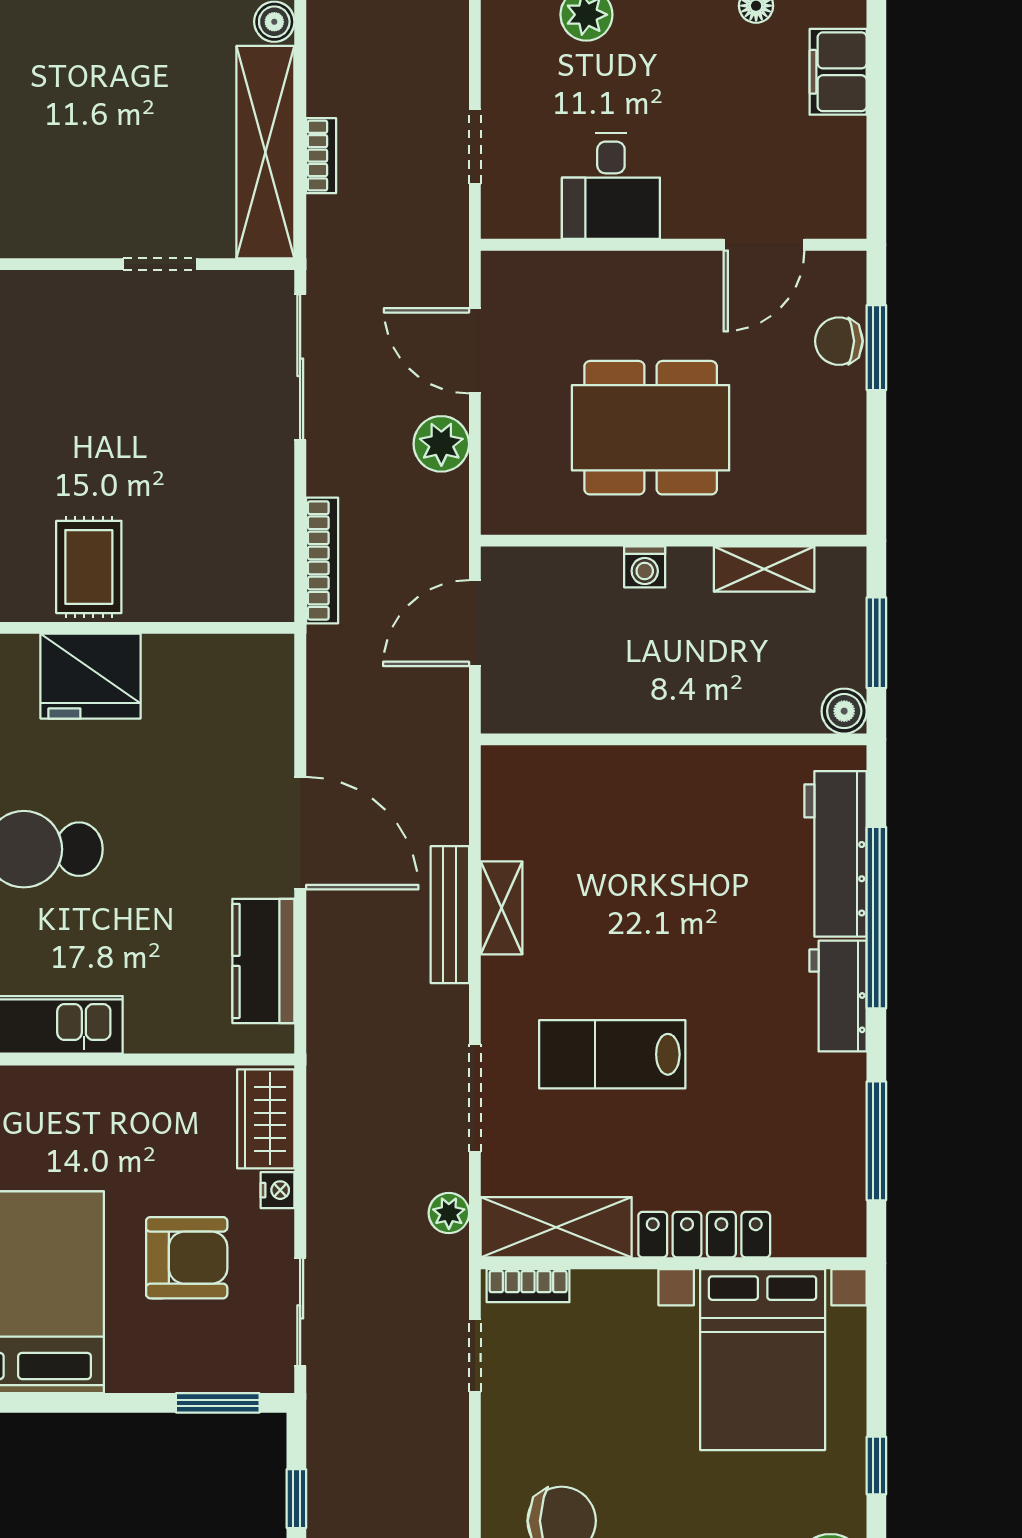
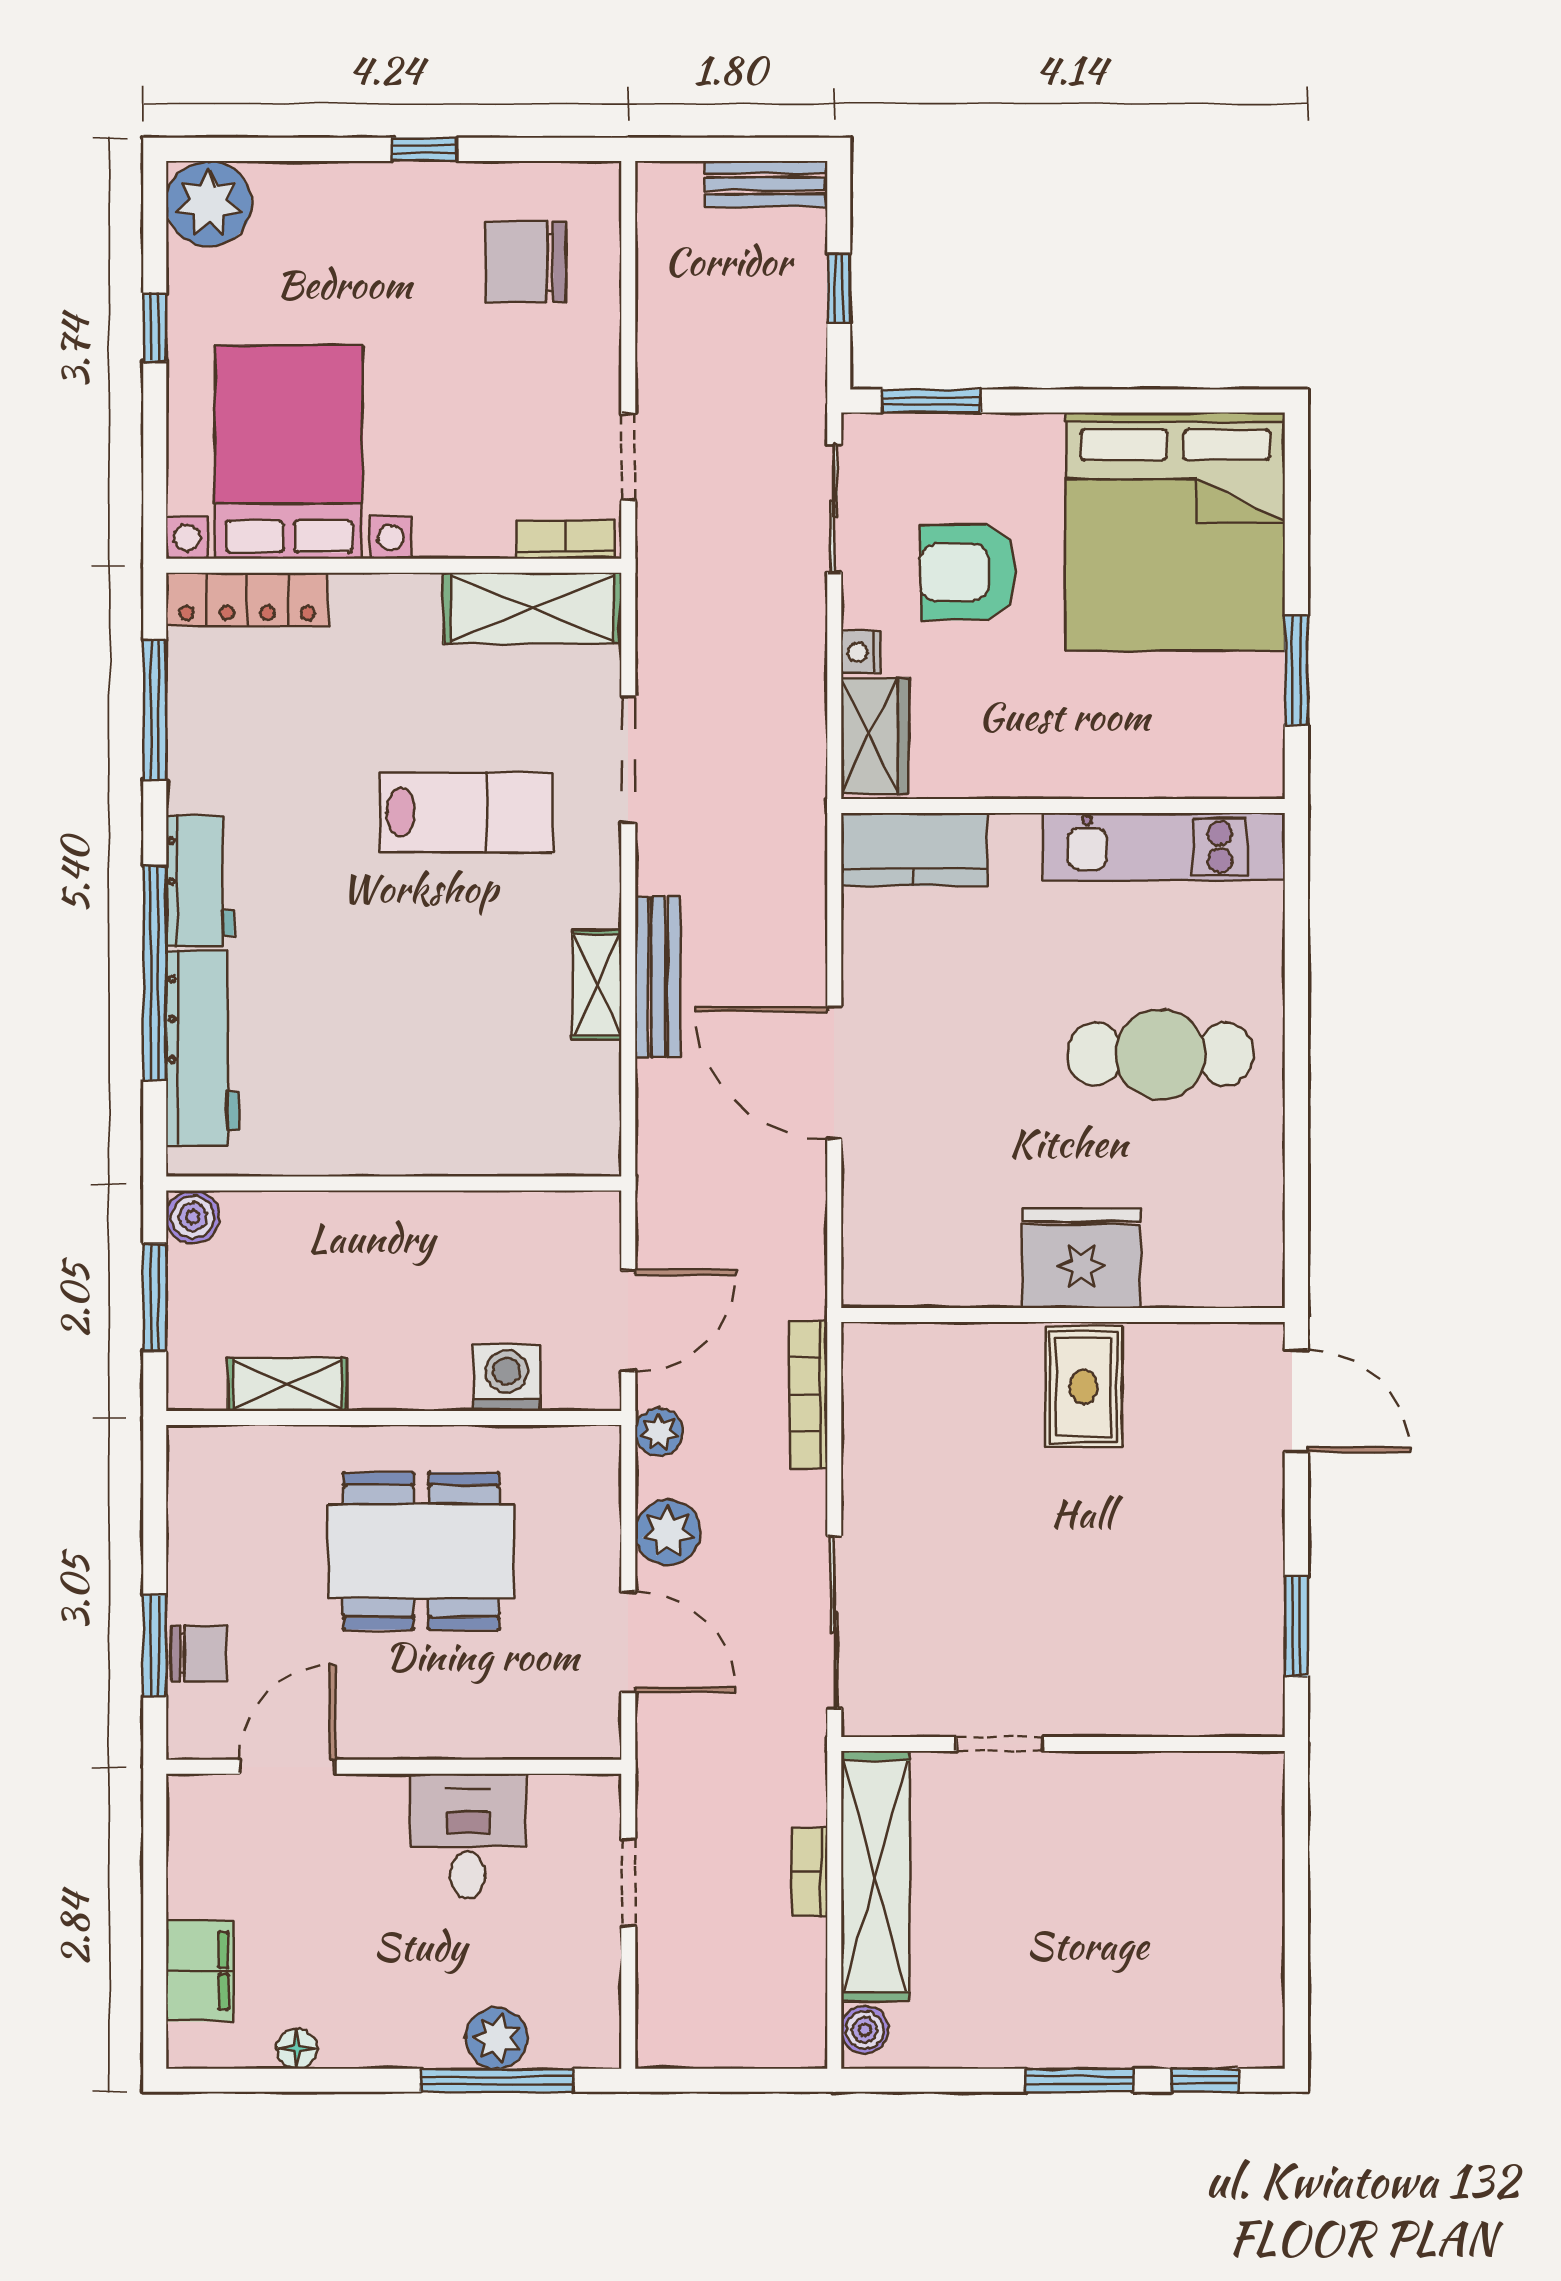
washing machine: (645, 567) -> (507, 1378), moved, width x1.38, depth x1.38
kitchen counter: (263, 961) -> (914, 849), moved, turned 90
plant: (449, 1213) -> (659, 1432), moved
locker: (704, 1235) -> (247, 599), moved

